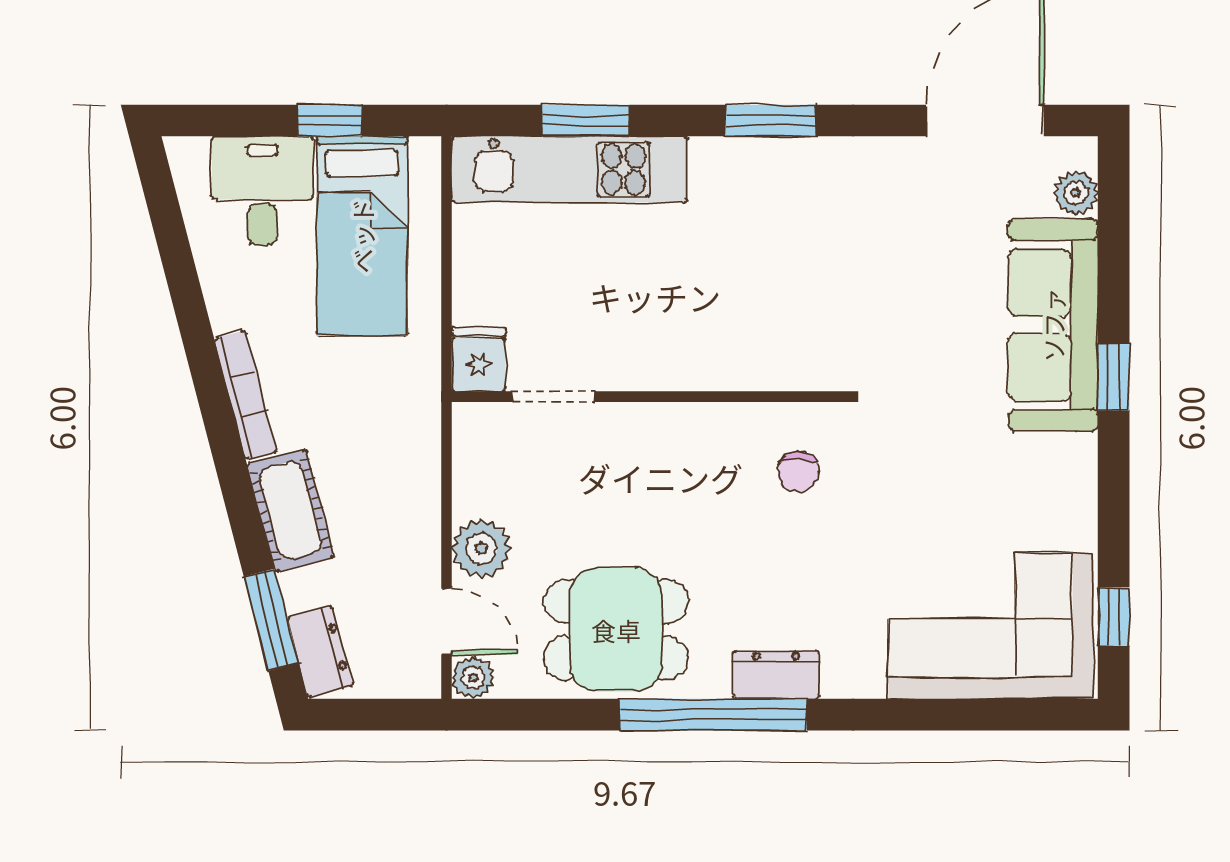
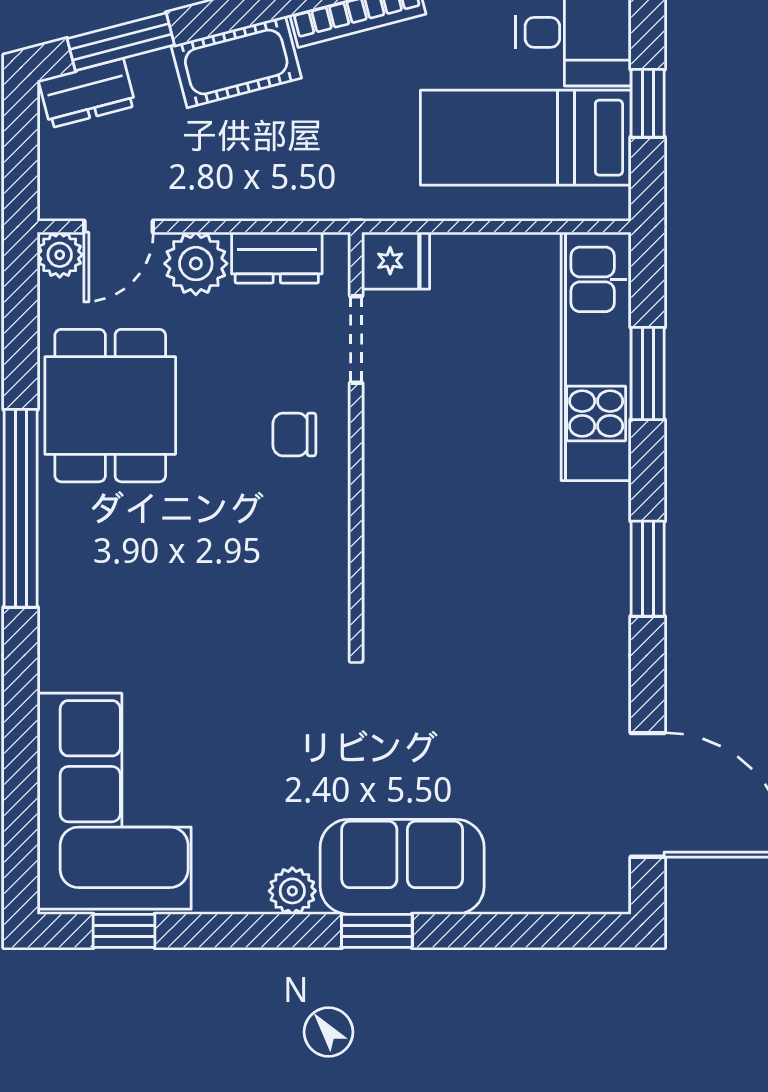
plant: (1076, 193) -> (292, 891), moved
sofa: (1053, 325) -> (402, 867), width x0.73
chair: (798, 472) -> (294, 434), moved
dresser: (776, 675) -> (277, 258), moved, turned 90

